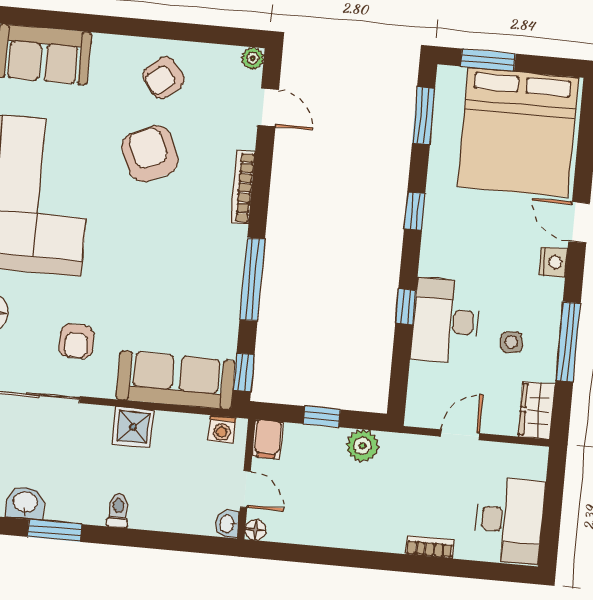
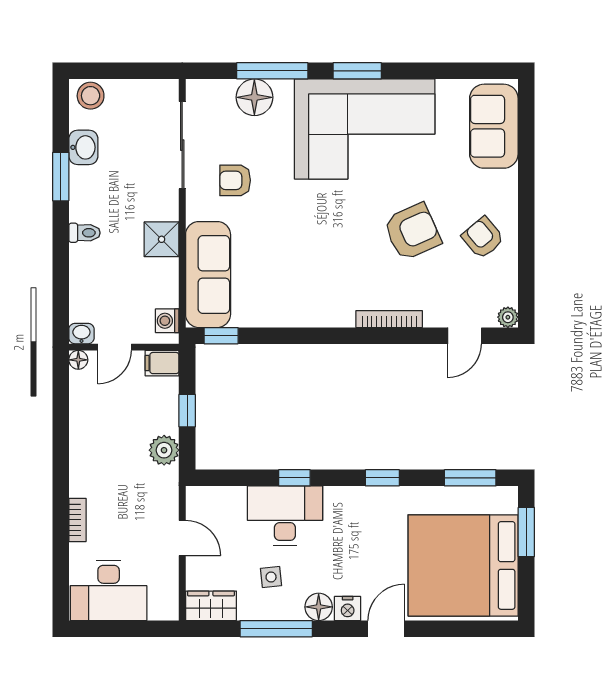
window: (252, 279) -> (306, 336), removed
floor lamp: (549, 293) -> (319, 607), added

